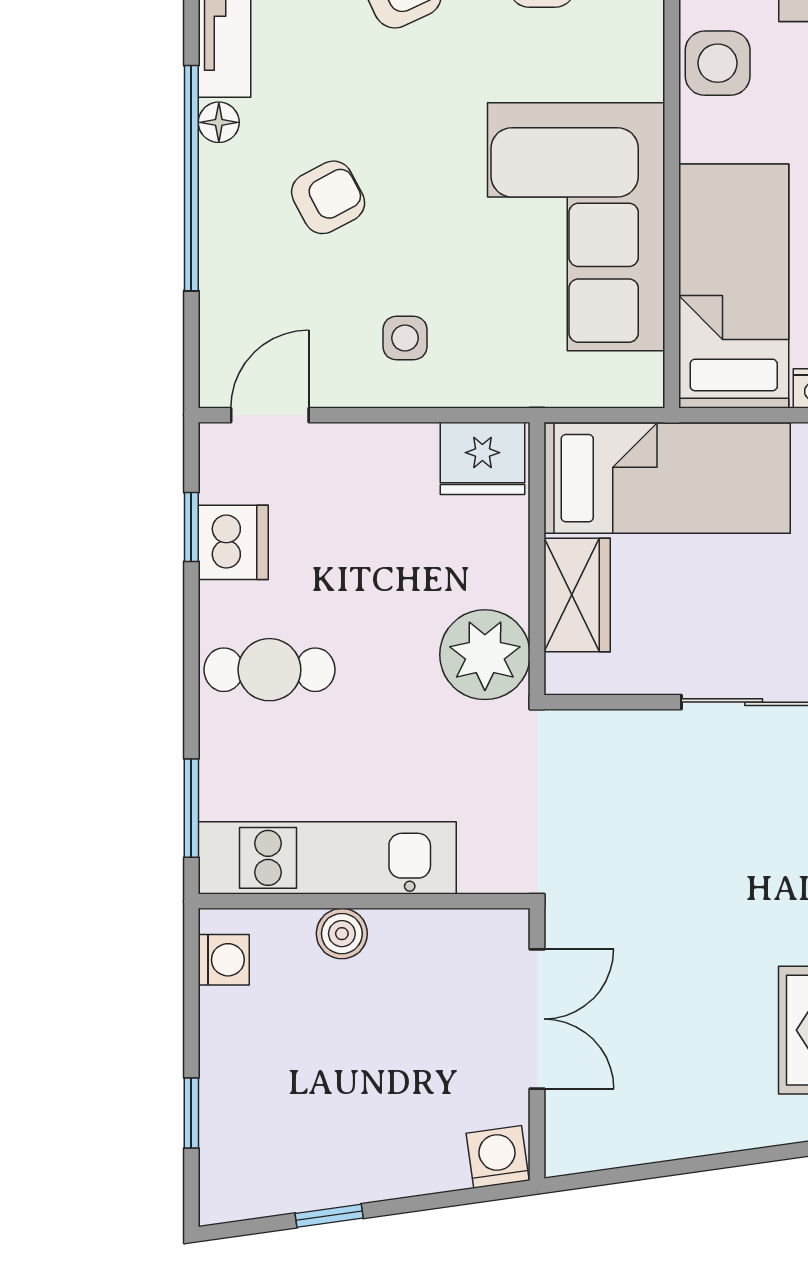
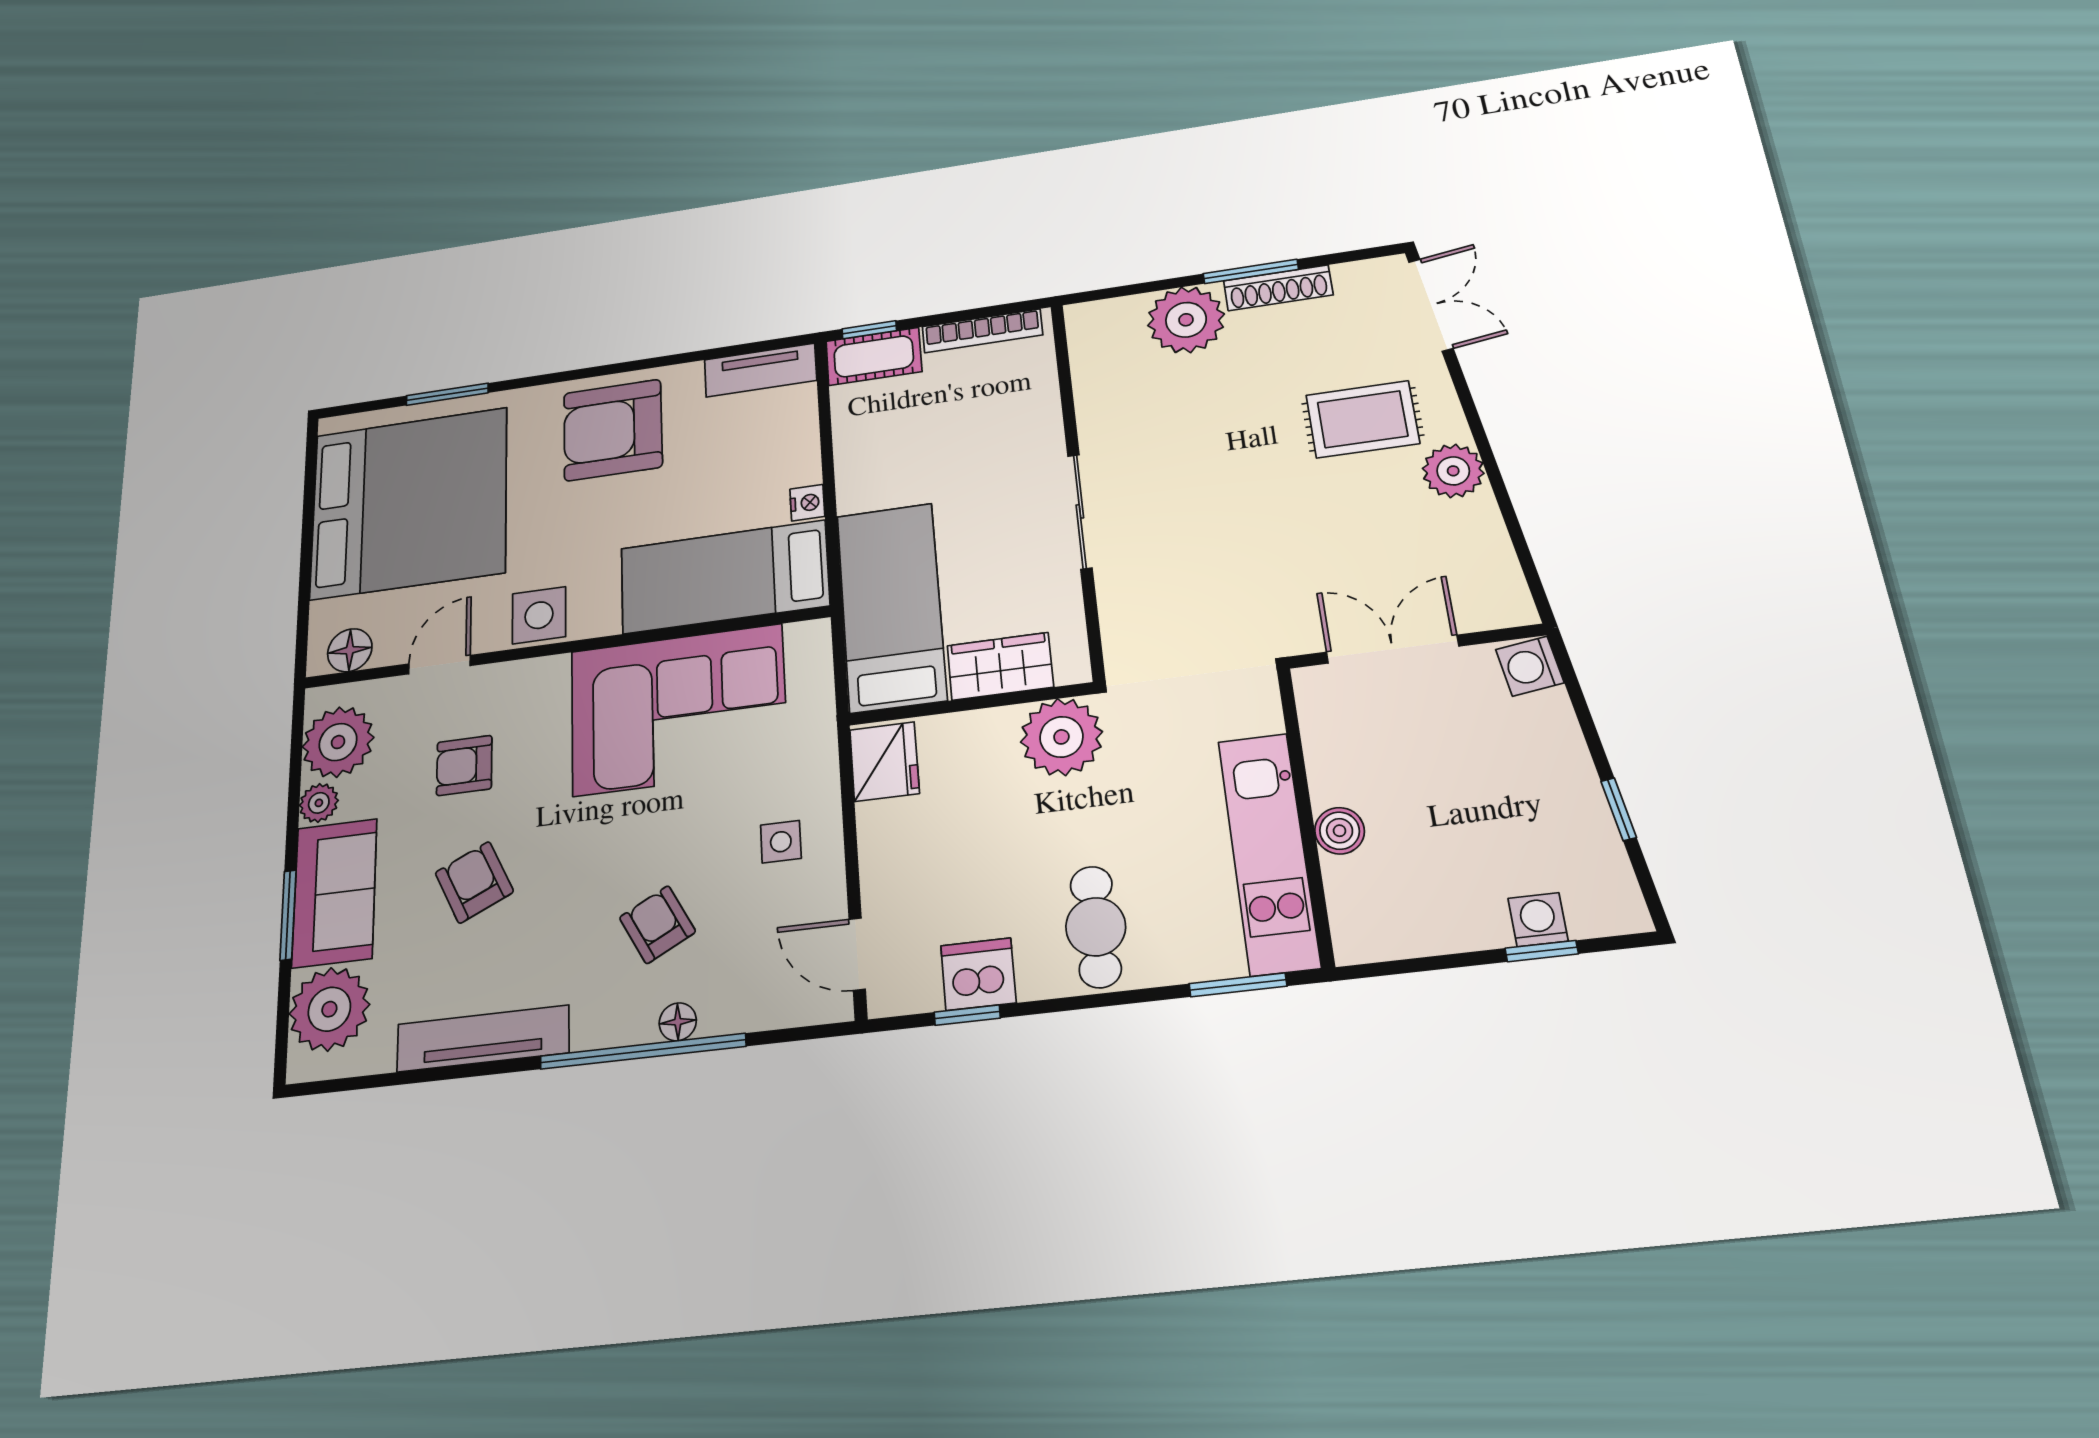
floor lamp: (219, 122) -> (678, 1022), moved
washing machine: (224, 960) -> (1538, 920), moved
plant: (739, 1117) -> (1453, 471), added

